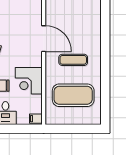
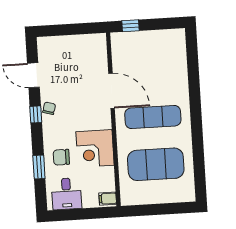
exercise mat: (73, 60) -> (153, 117), width x1.36, depth x1.45

